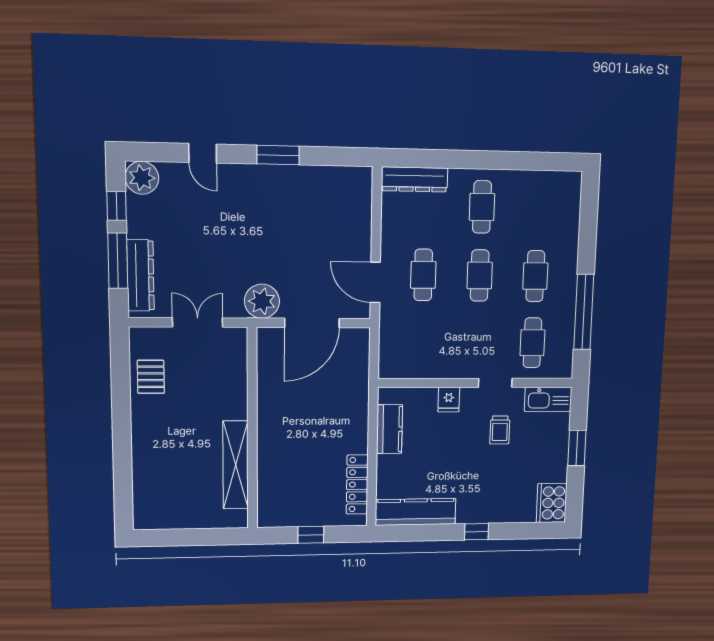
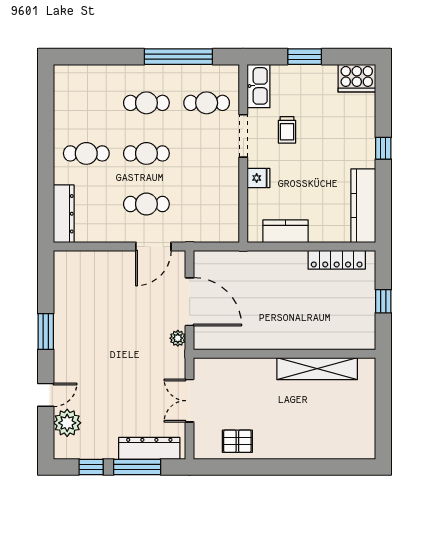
plant: (142, 178) -> (67, 423), moved
plant: (262, 301) -> (178, 338), width x0.53, depth x0.53
doorway: (495, 383) -> (243, 136), width x1.38
trolley: (500, 430) -> (287, 130), turned 90

